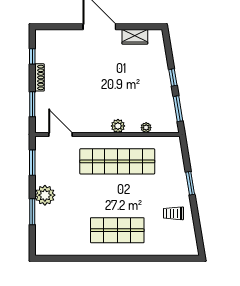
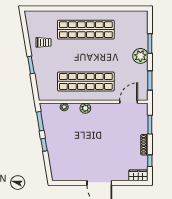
wardrobe: (135, 37) -> (138, 175), moved
door: (61, 134) -> (129, 102), swing flipped
shop shelf: (117, 230) -> (86, 30), width x1.40

